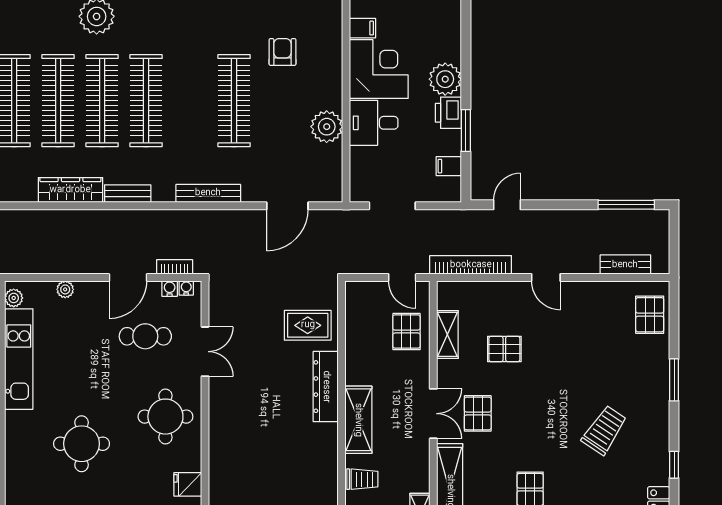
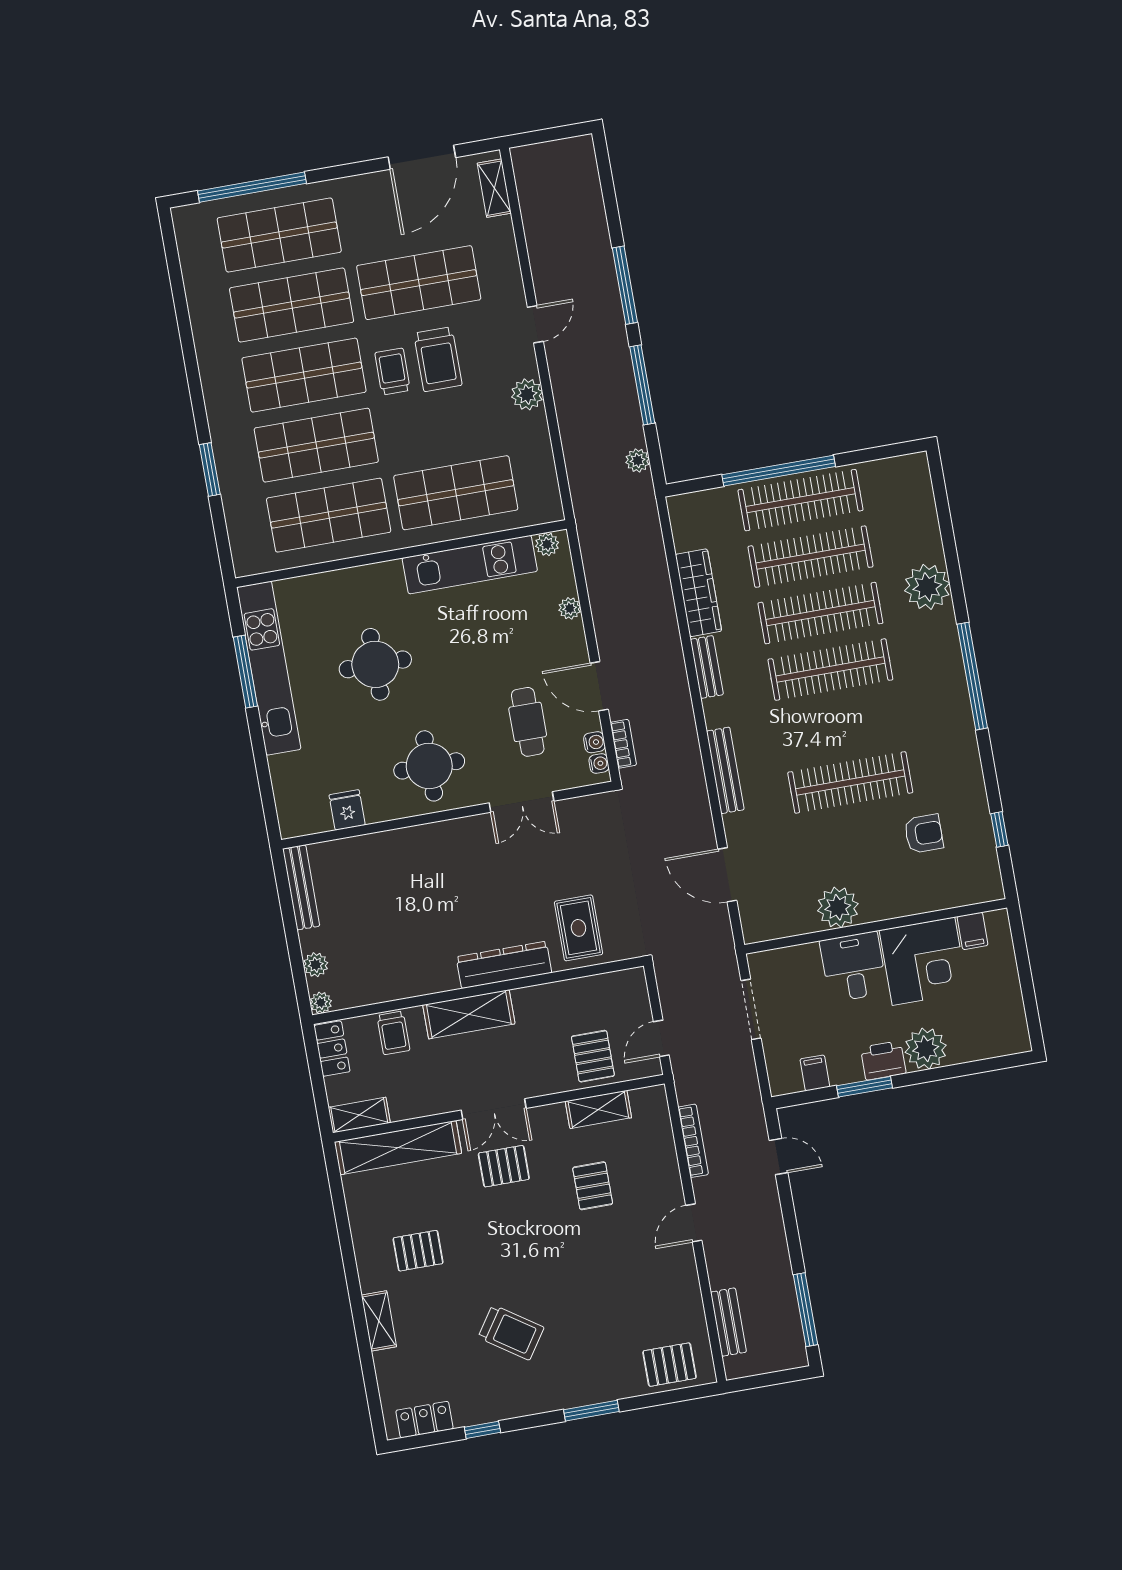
bookcase: (471, 265) -> (693, 1141), width x0.68, depth x0.76
pallet: (406, 332) -> (593, 1056), turned 90

